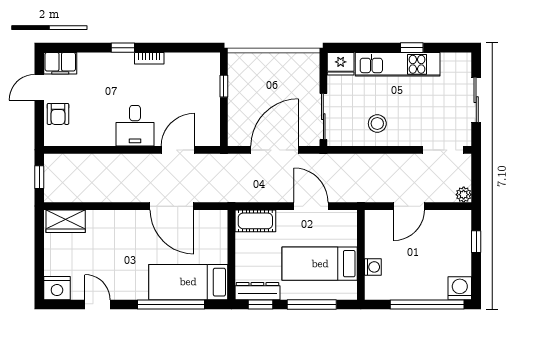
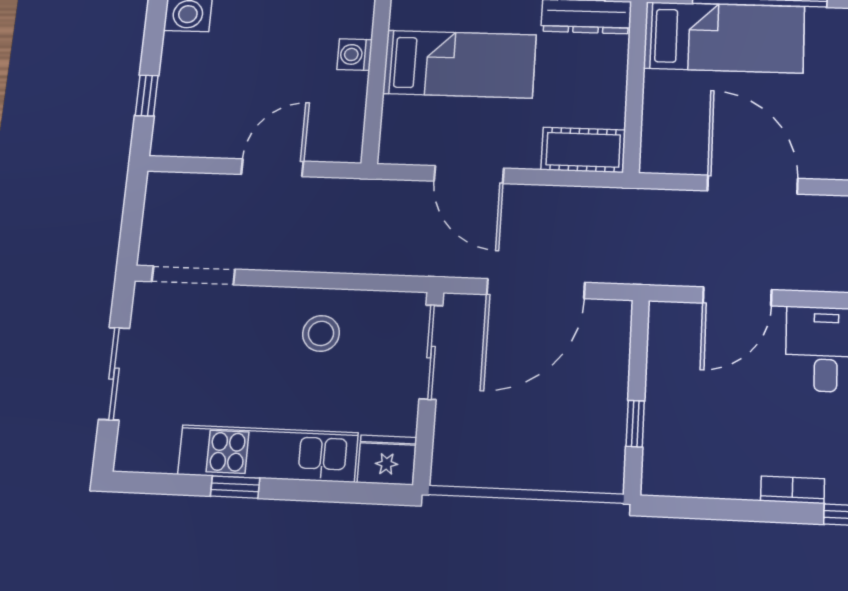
plant: (464, 195) -> (161, 186), removed

